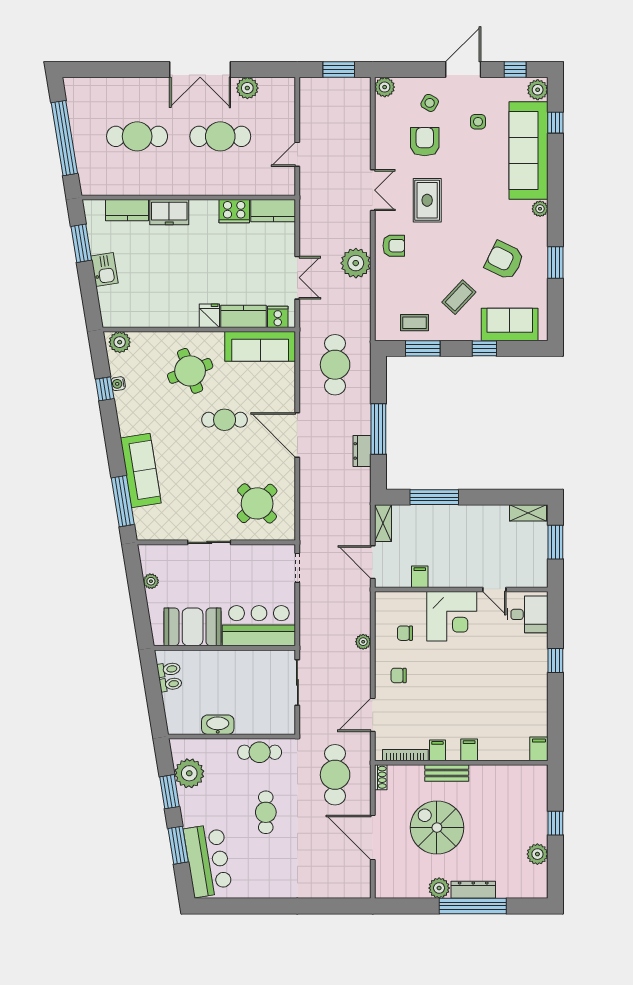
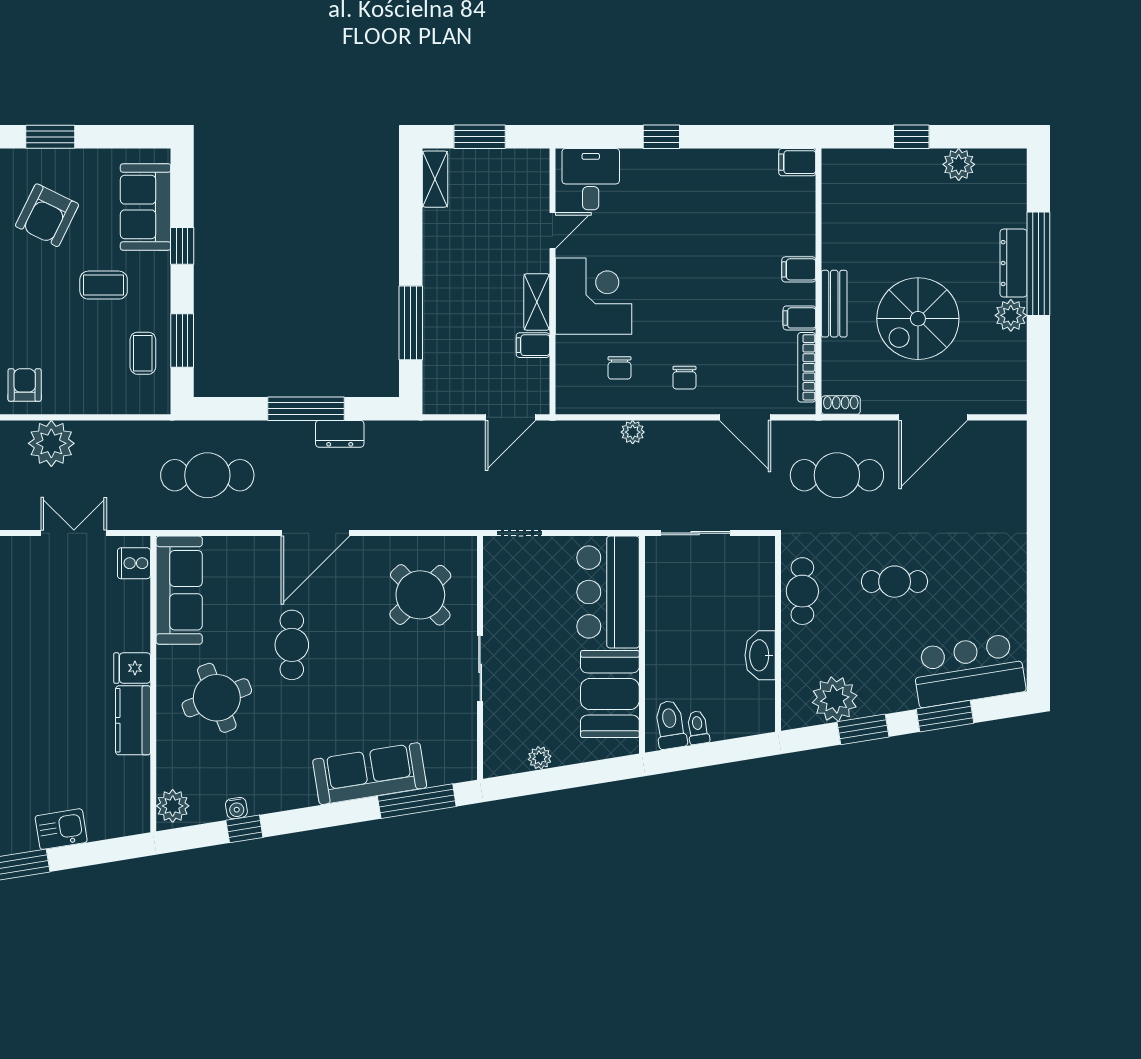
coffee table: (459, 297) -> (104, 285), turned -43
kitchen counter: (244, 316) -> (133, 720), moved
shelving: (383, 523) -> (537, 302), moved, turned 90
toilet: (169, 669) -> (670, 725), width x1.37, depth x1.39

